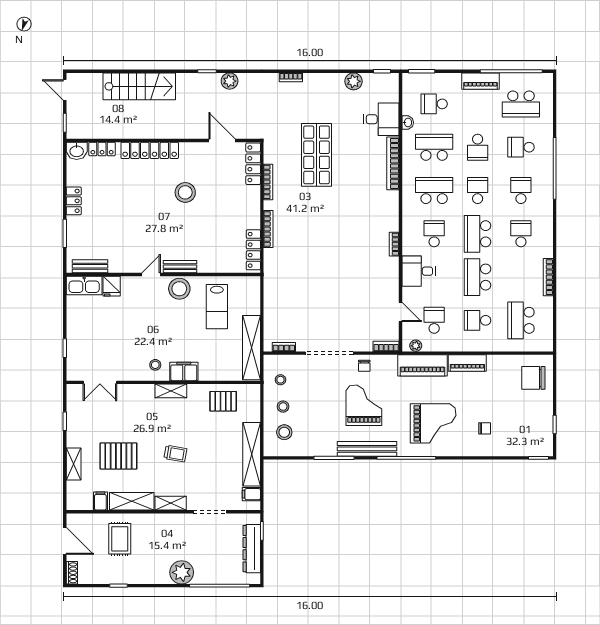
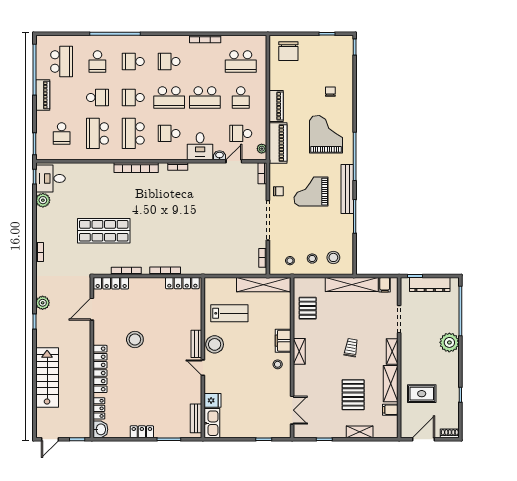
desk: (381, 119) -> (50, 178), moved, turned -90
washbasin: (408, 123) -> (220, 155), moved
bookcase: (393, 163) -> (136, 168), moved

